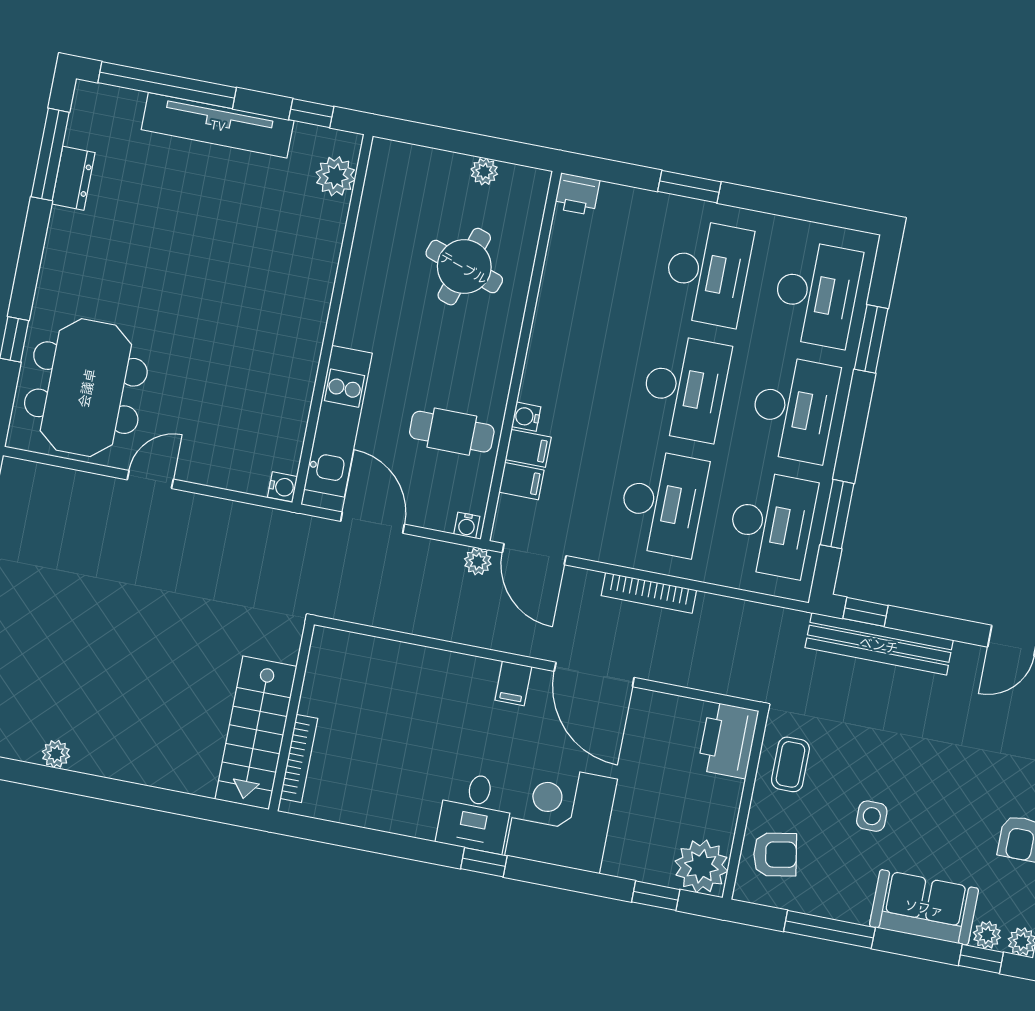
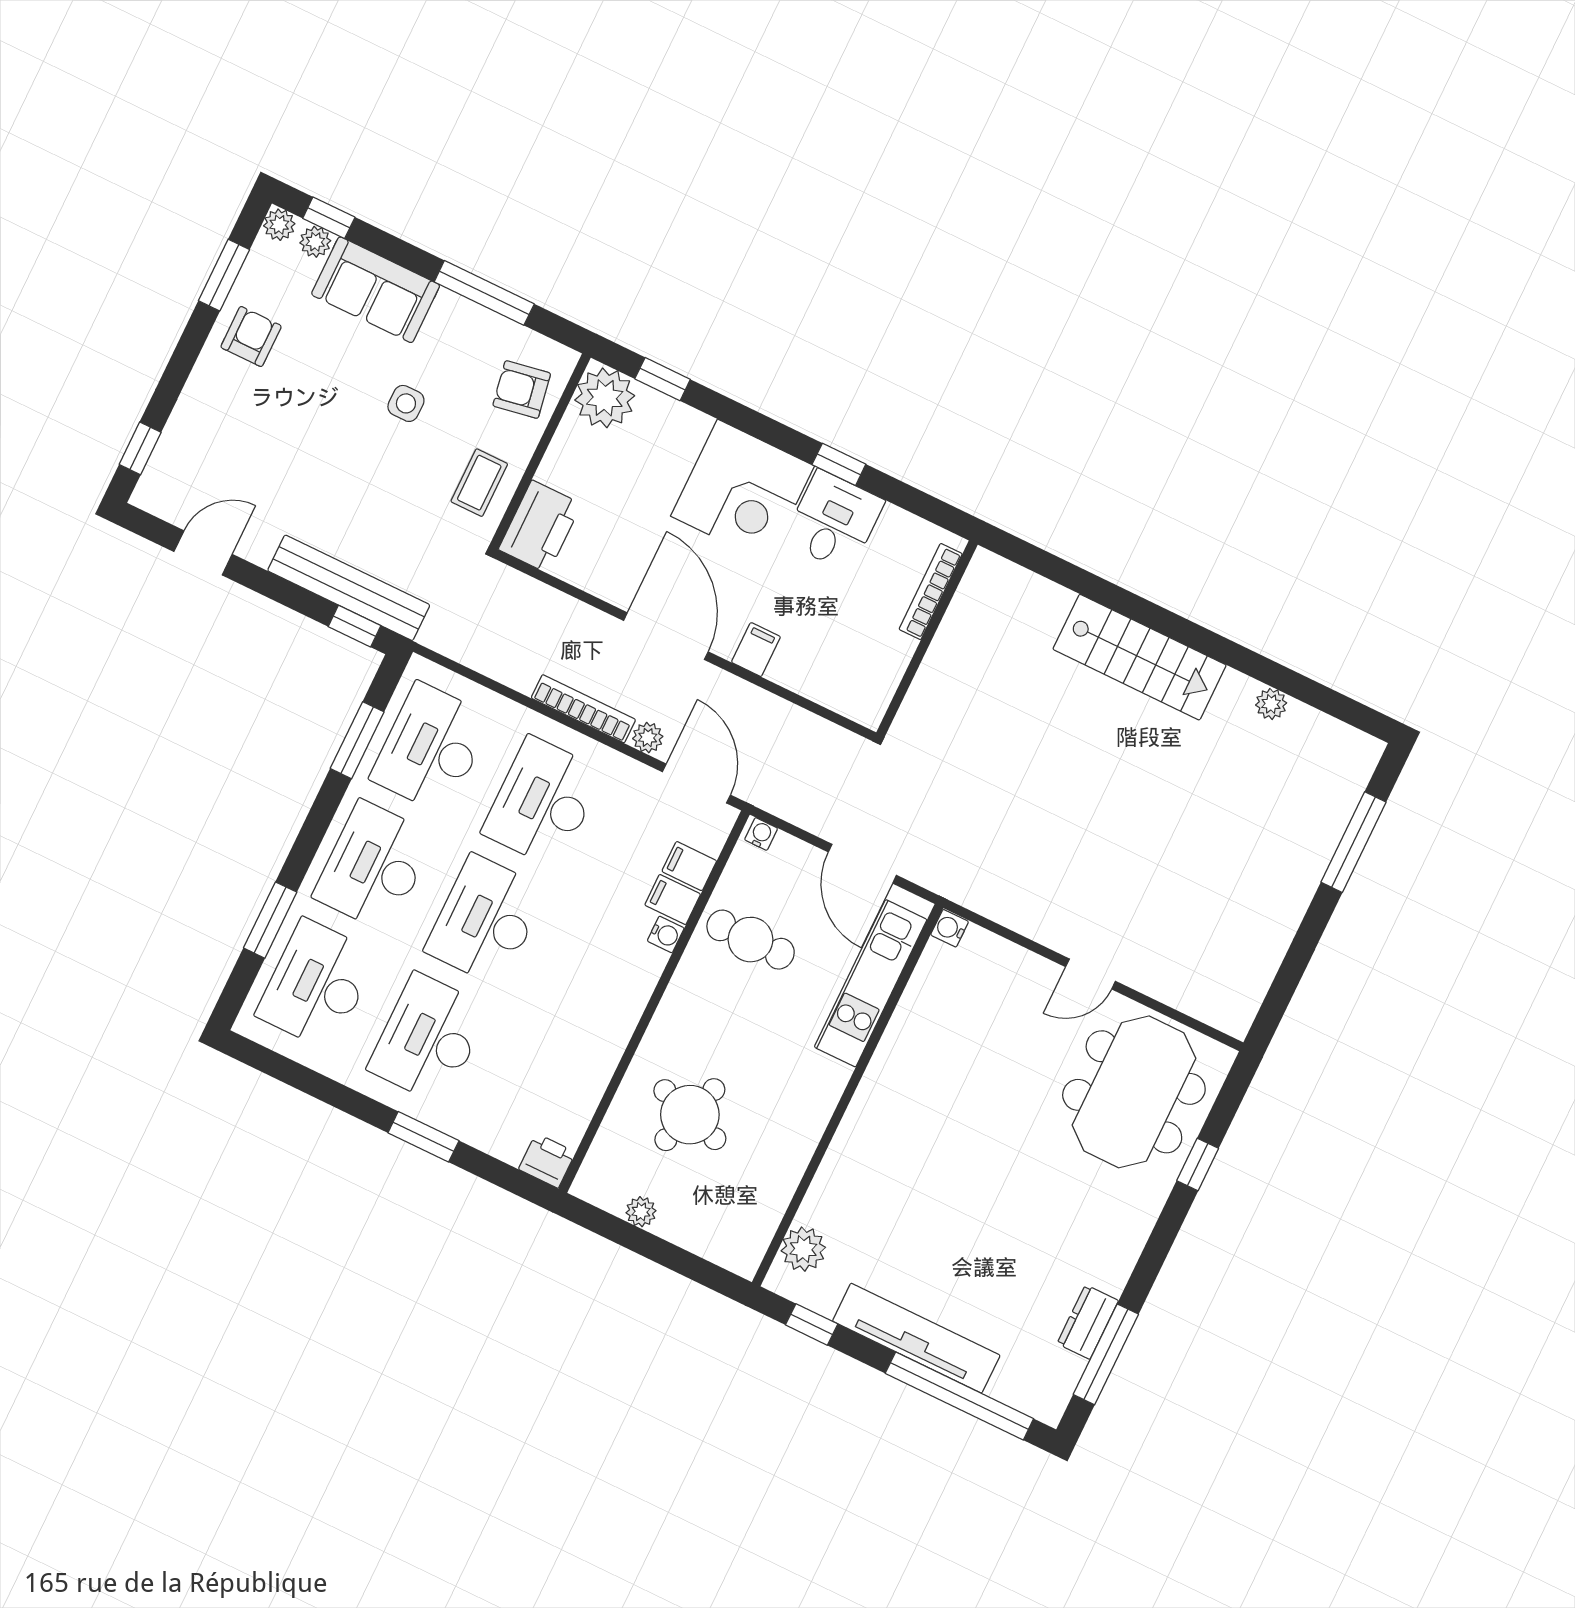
plant: (478, 561) -> (648, 738), moved
wall: (291, 717) -> (927, 639), moved
stairs: (256, 733) -> (1140, 657), moved, turned 90
bookcase: (299, 758) -> (931, 592), moved

